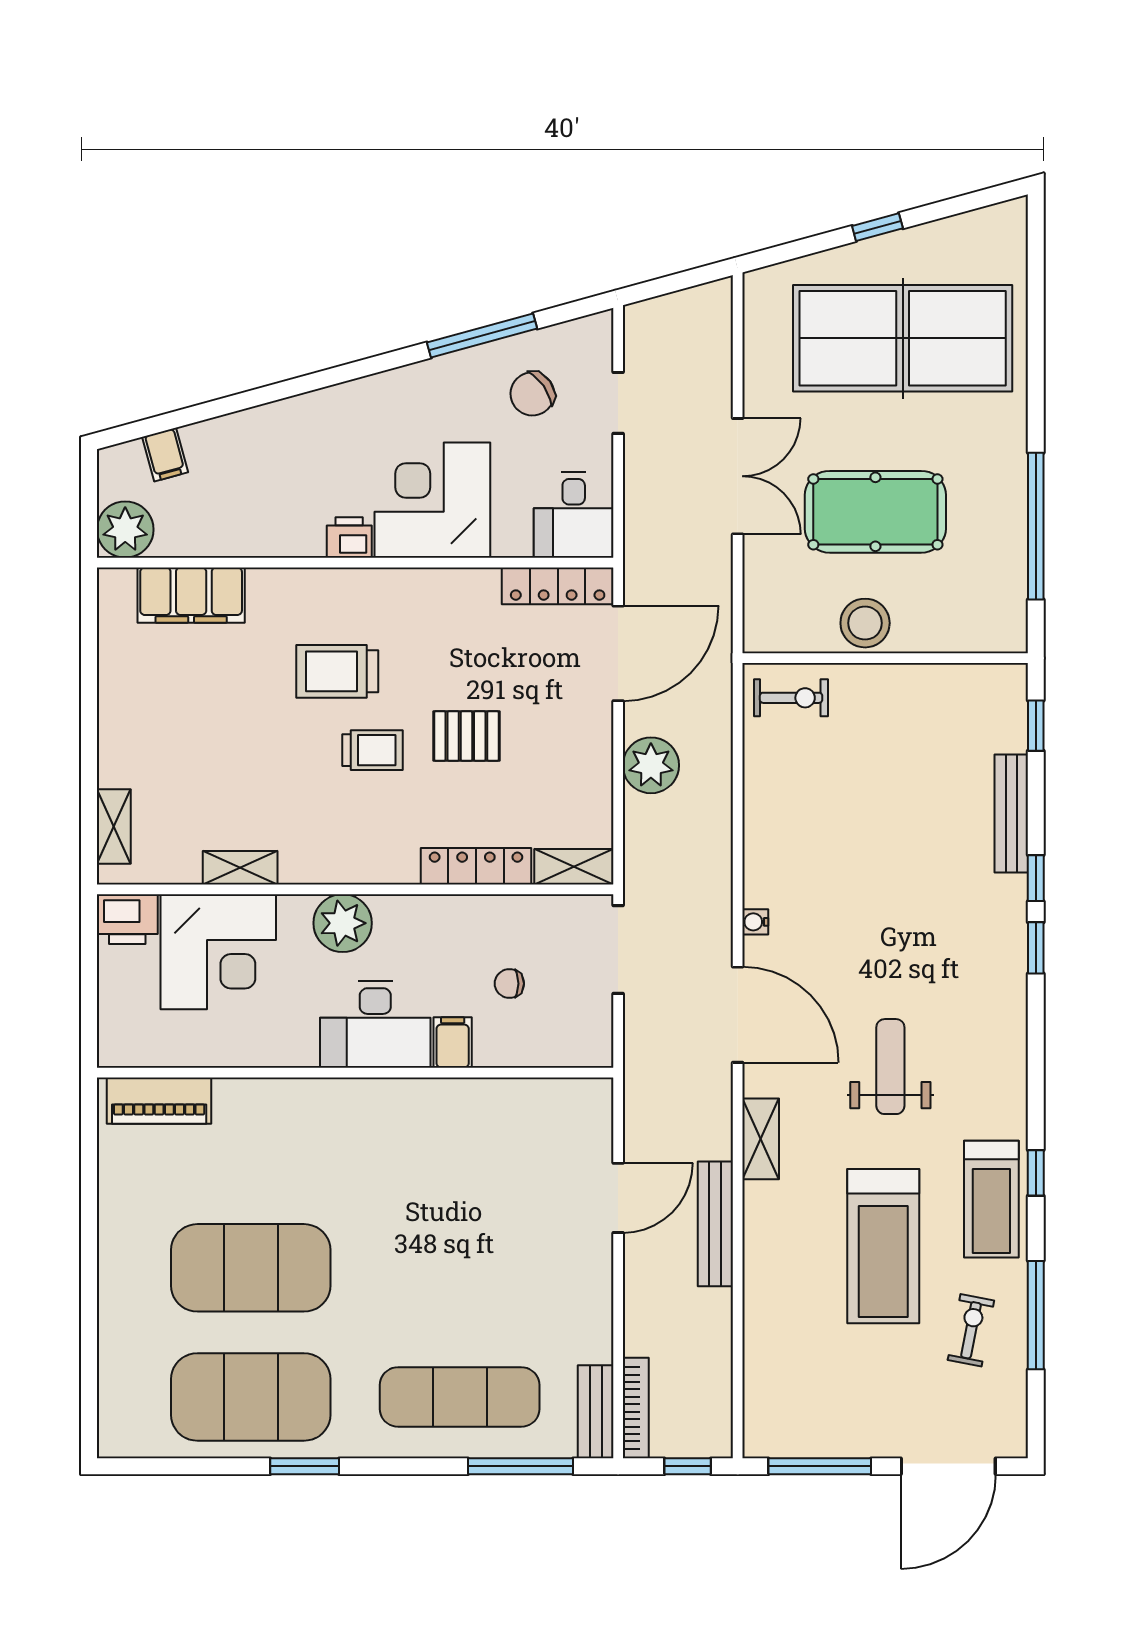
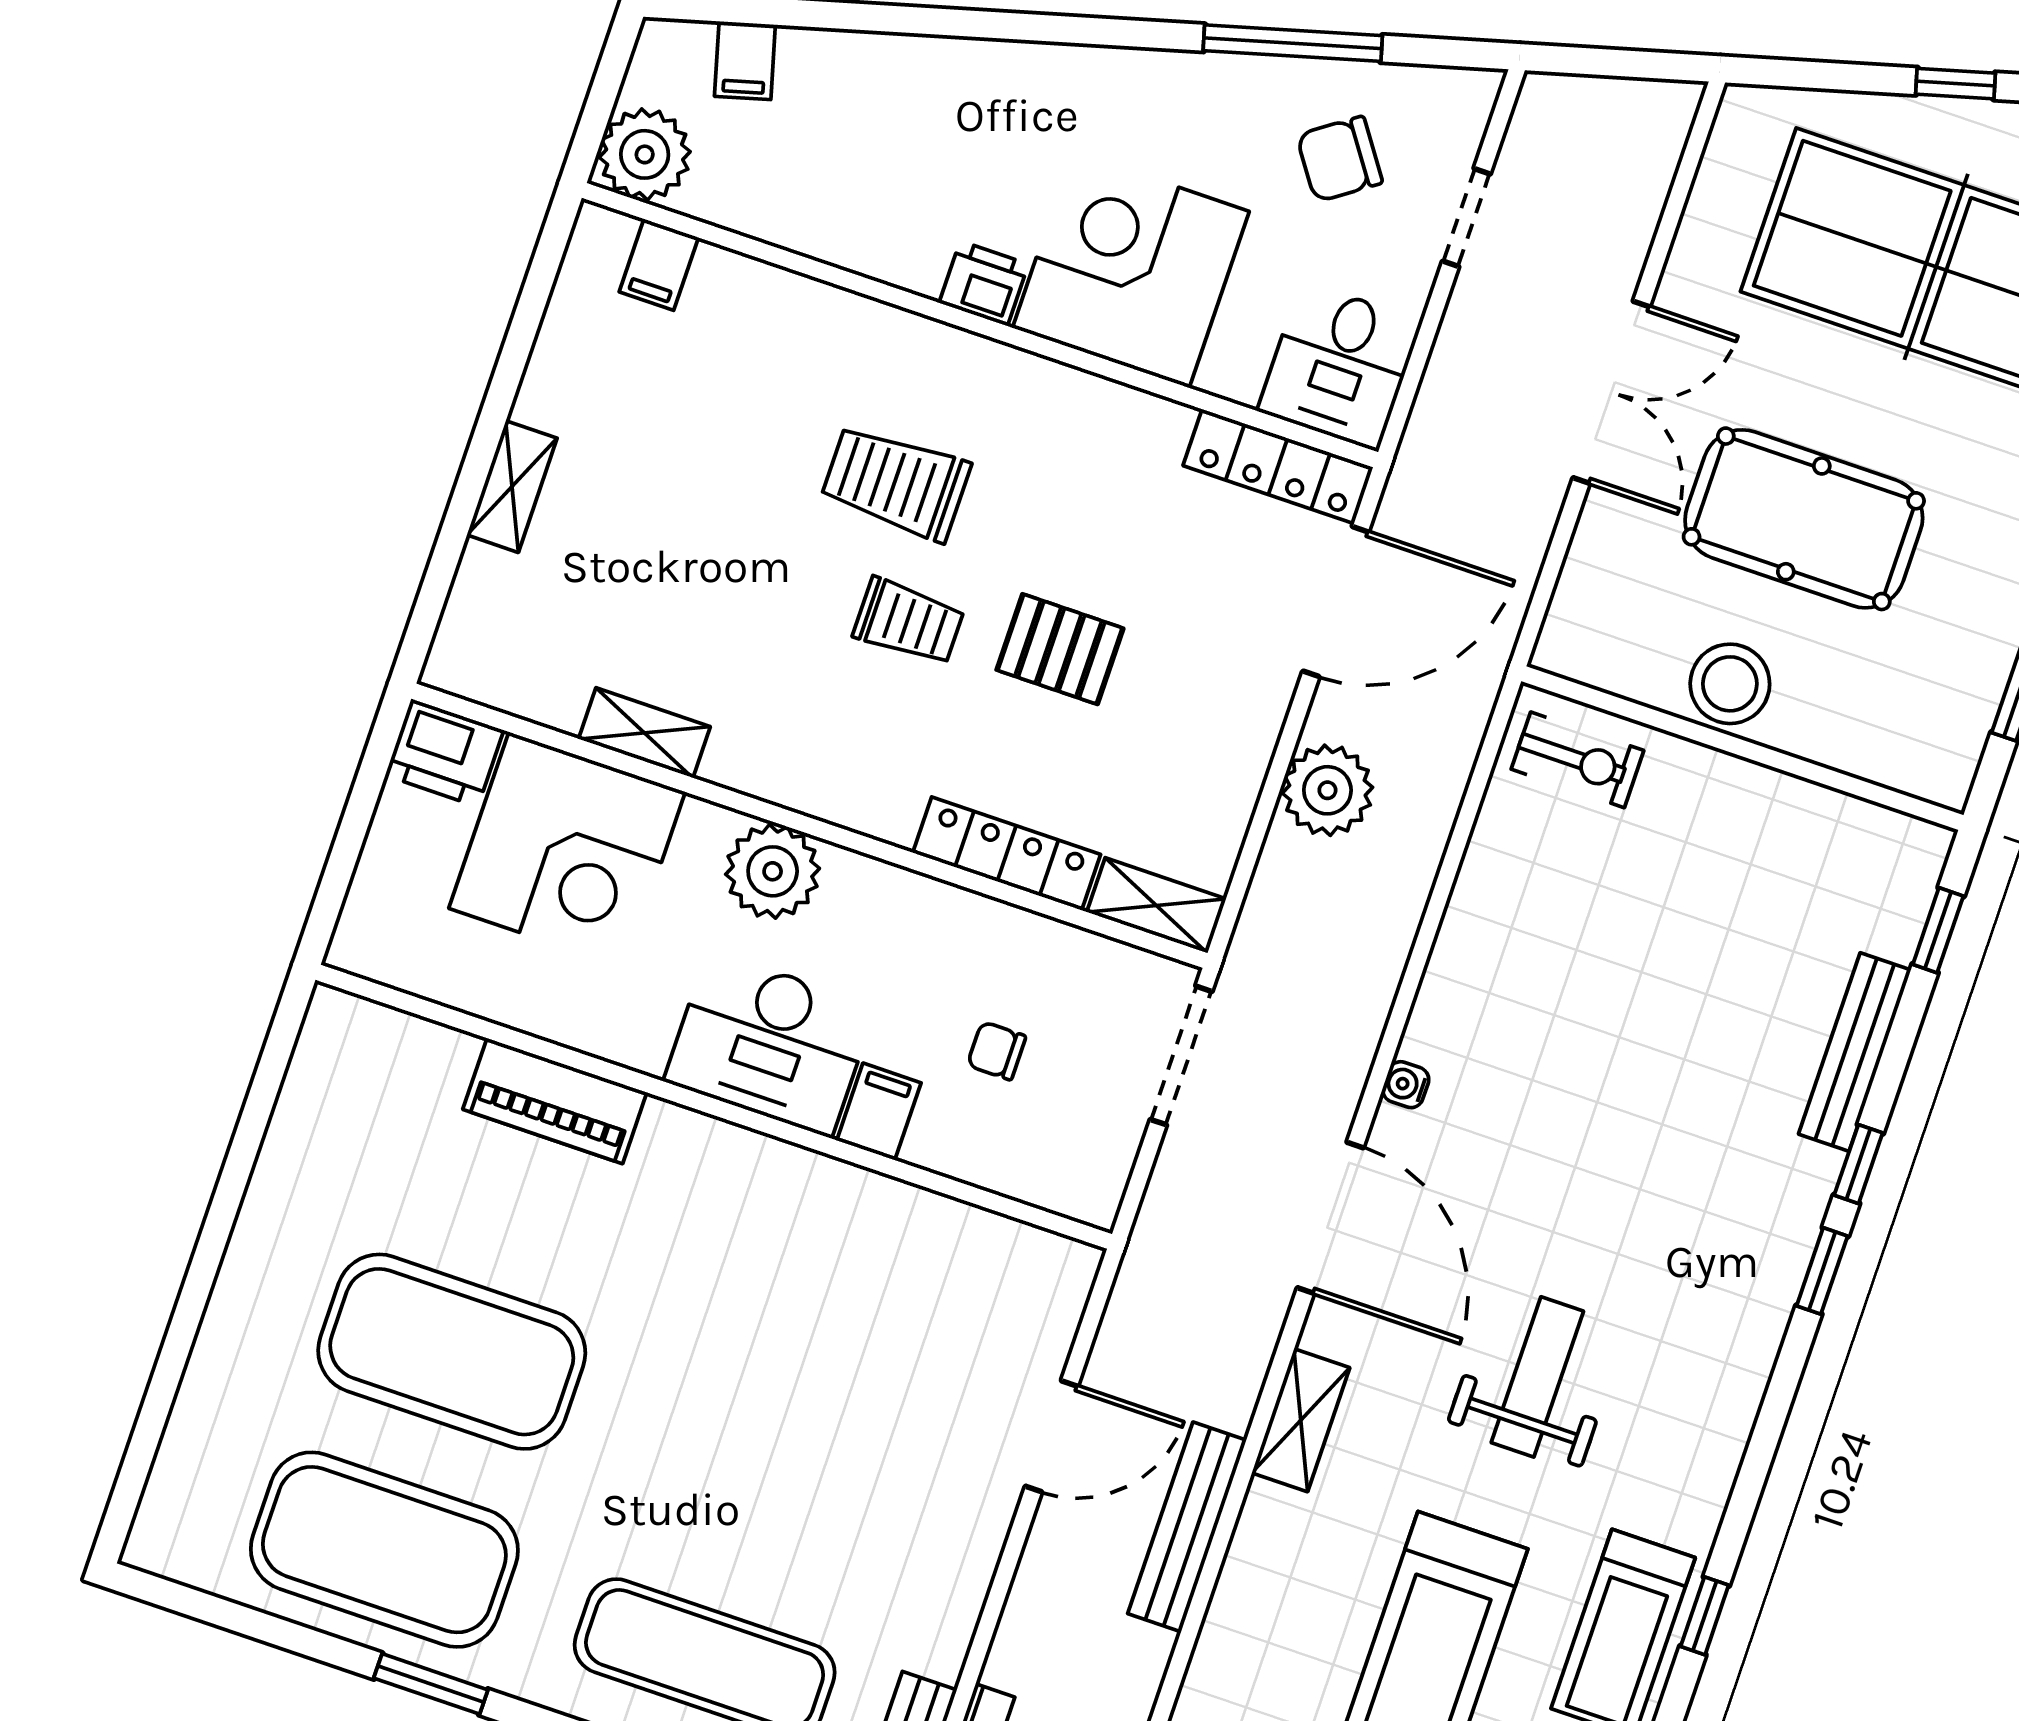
filing cabinet: (191, 595) -> (659, 265), width x0.33, depth x0.86
shelving: (114, 826) -> (512, 487), moved
piano: (159, 1101) -> (555, 1101), moved

